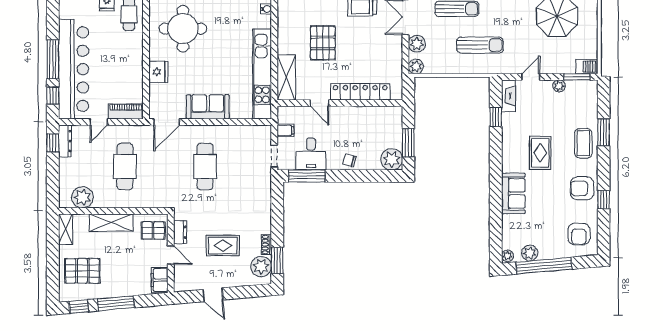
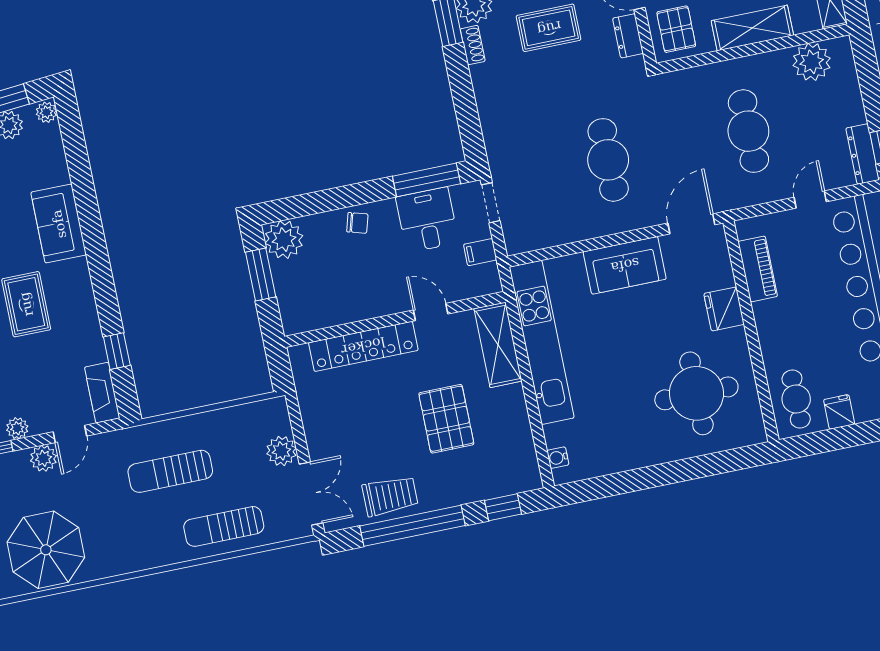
plant: (416, 66) -> (43, 458), moved
piano: (126, 111) -> (758, 269), moved, turned -90
pallet: (153, 230) -> (676, 29), turned 90

